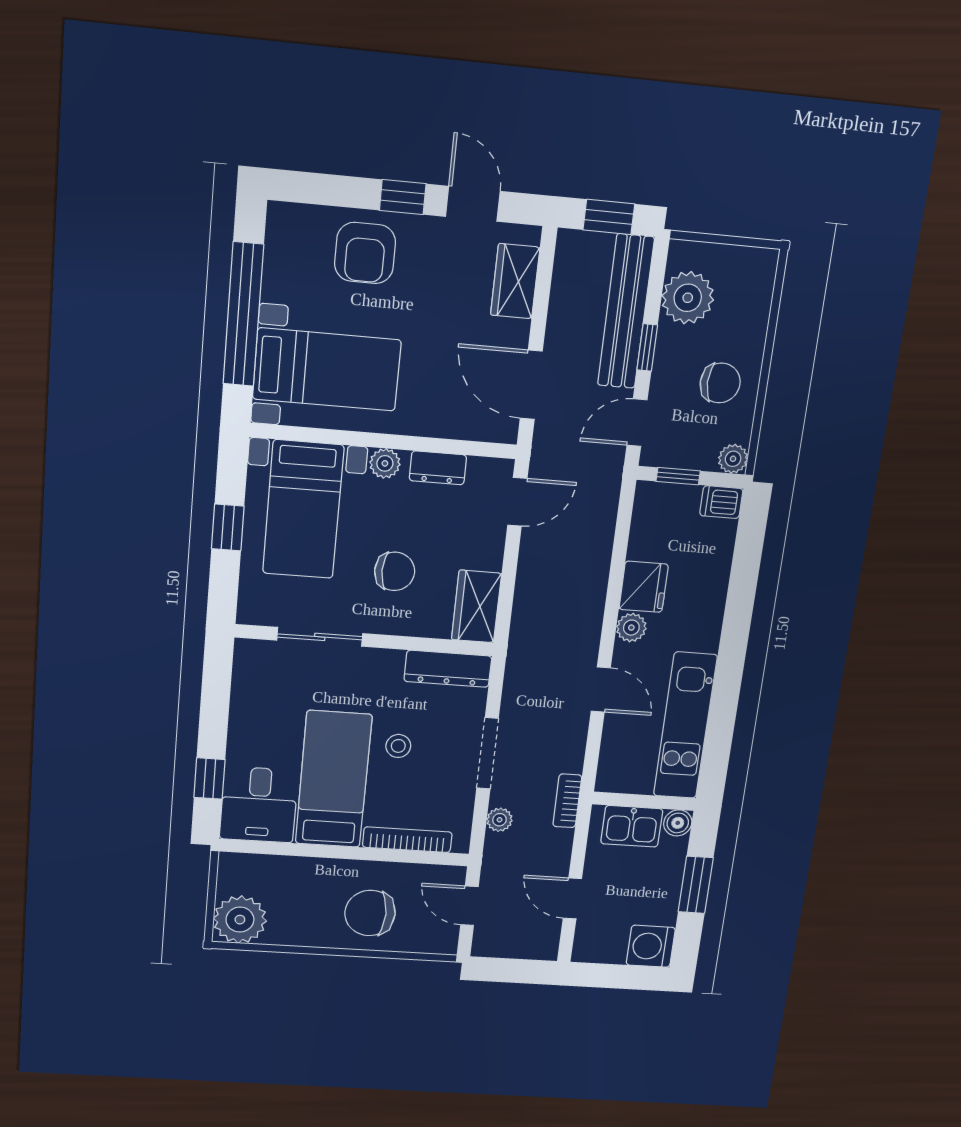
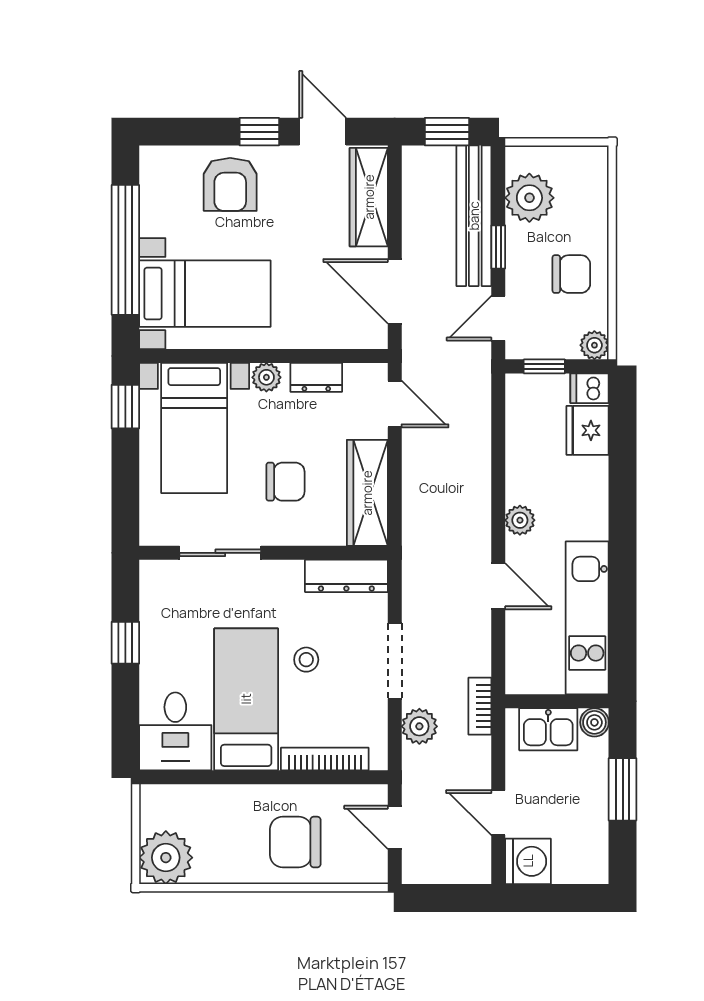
wardrobe: (515, 281) -> (369, 197), width x1.50
door: (517, 502) -> (395, 404), hinge flipped
window: (228, 527) -> (125, 407), moved
fridge: (644, 587) -> (588, 430), moved, turned 180
wardrobe: (476, 606) -> (367, 493), width x1.50
window: (209, 779) -> (125, 643), moved
plant: (500, 820) -> (419, 726), width x1.38, depth x1.38
washing machine: (651, 946) -> (528, 861), moved, turned 180

